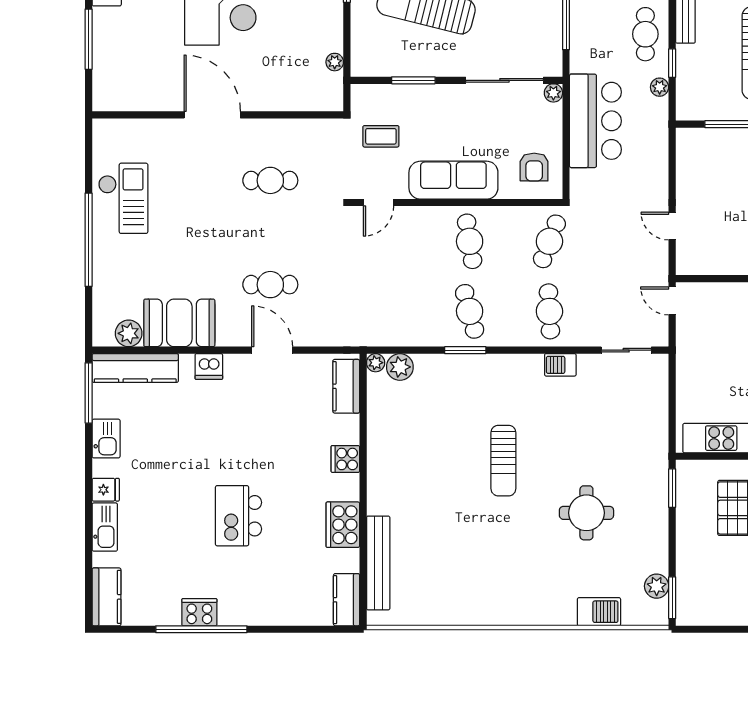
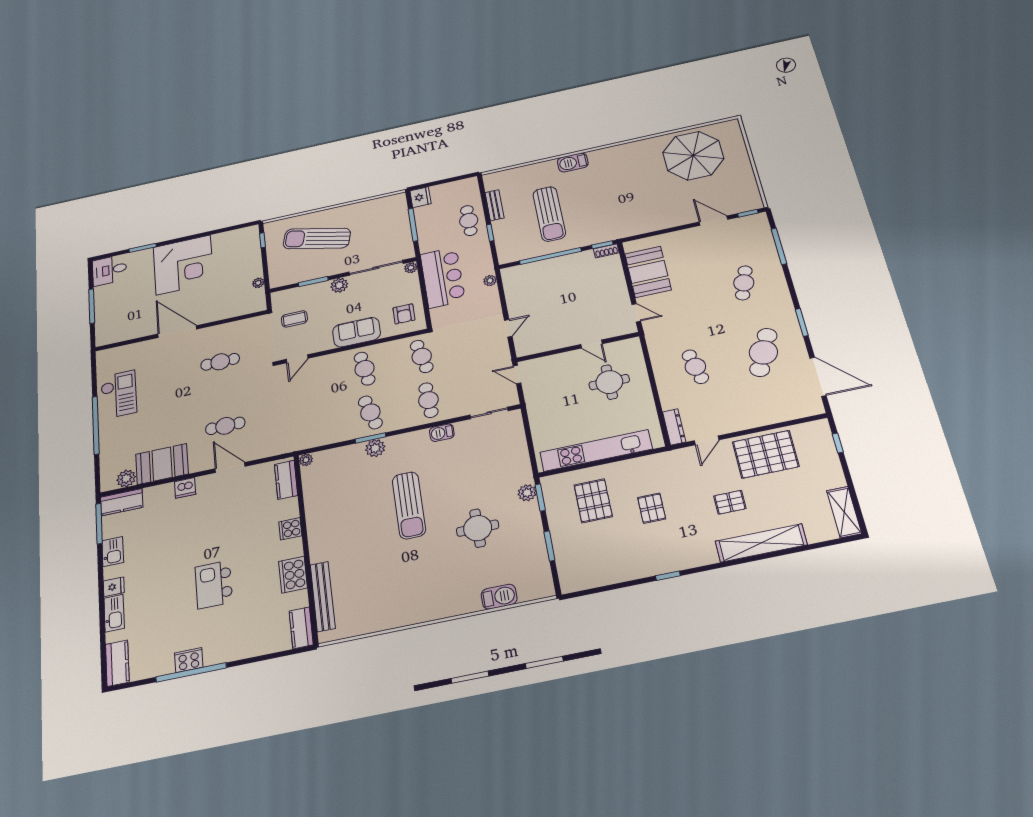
plant: (660, 87) -> (490, 281), moved
plant: (450, 96) -> (339, 285), added
sofa: (453, 180) -> (357, 332), width x0.73
door: (672, 226) -> (508, 328), swing flipped
cafe table: (549, 241) -> (422, 356), turned -33
plant: (400, 367) -> (375, 448), moved
kitchen counter: (135, 368) -> (122, 502), width x0.67
sun lounger: (503, 461) -> (409, 505), width x1.36, depth x1.34
plant: (657, 586) -> (527, 493), moved
window: (672, 598) -> (549, 546), moved

